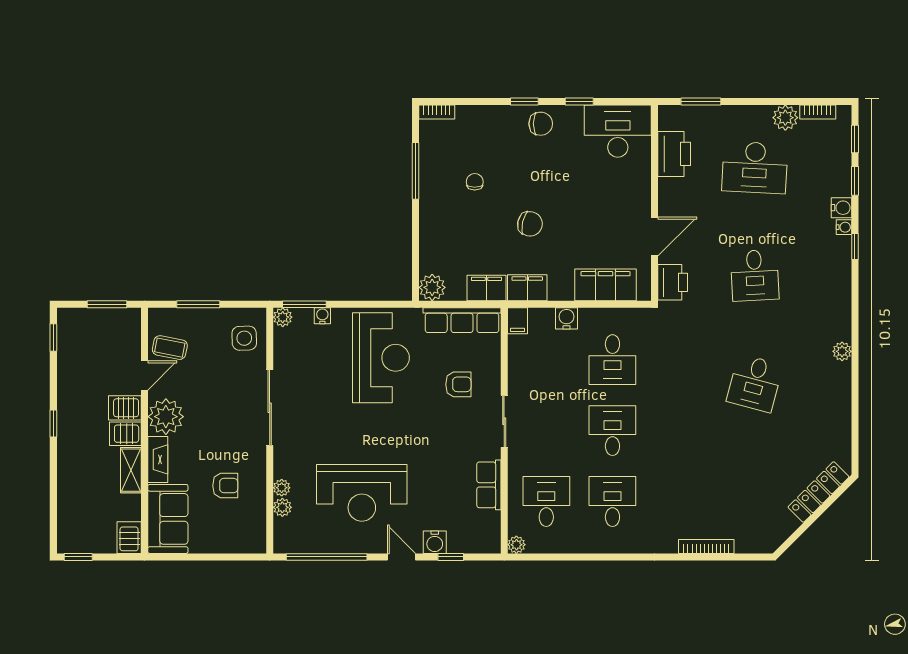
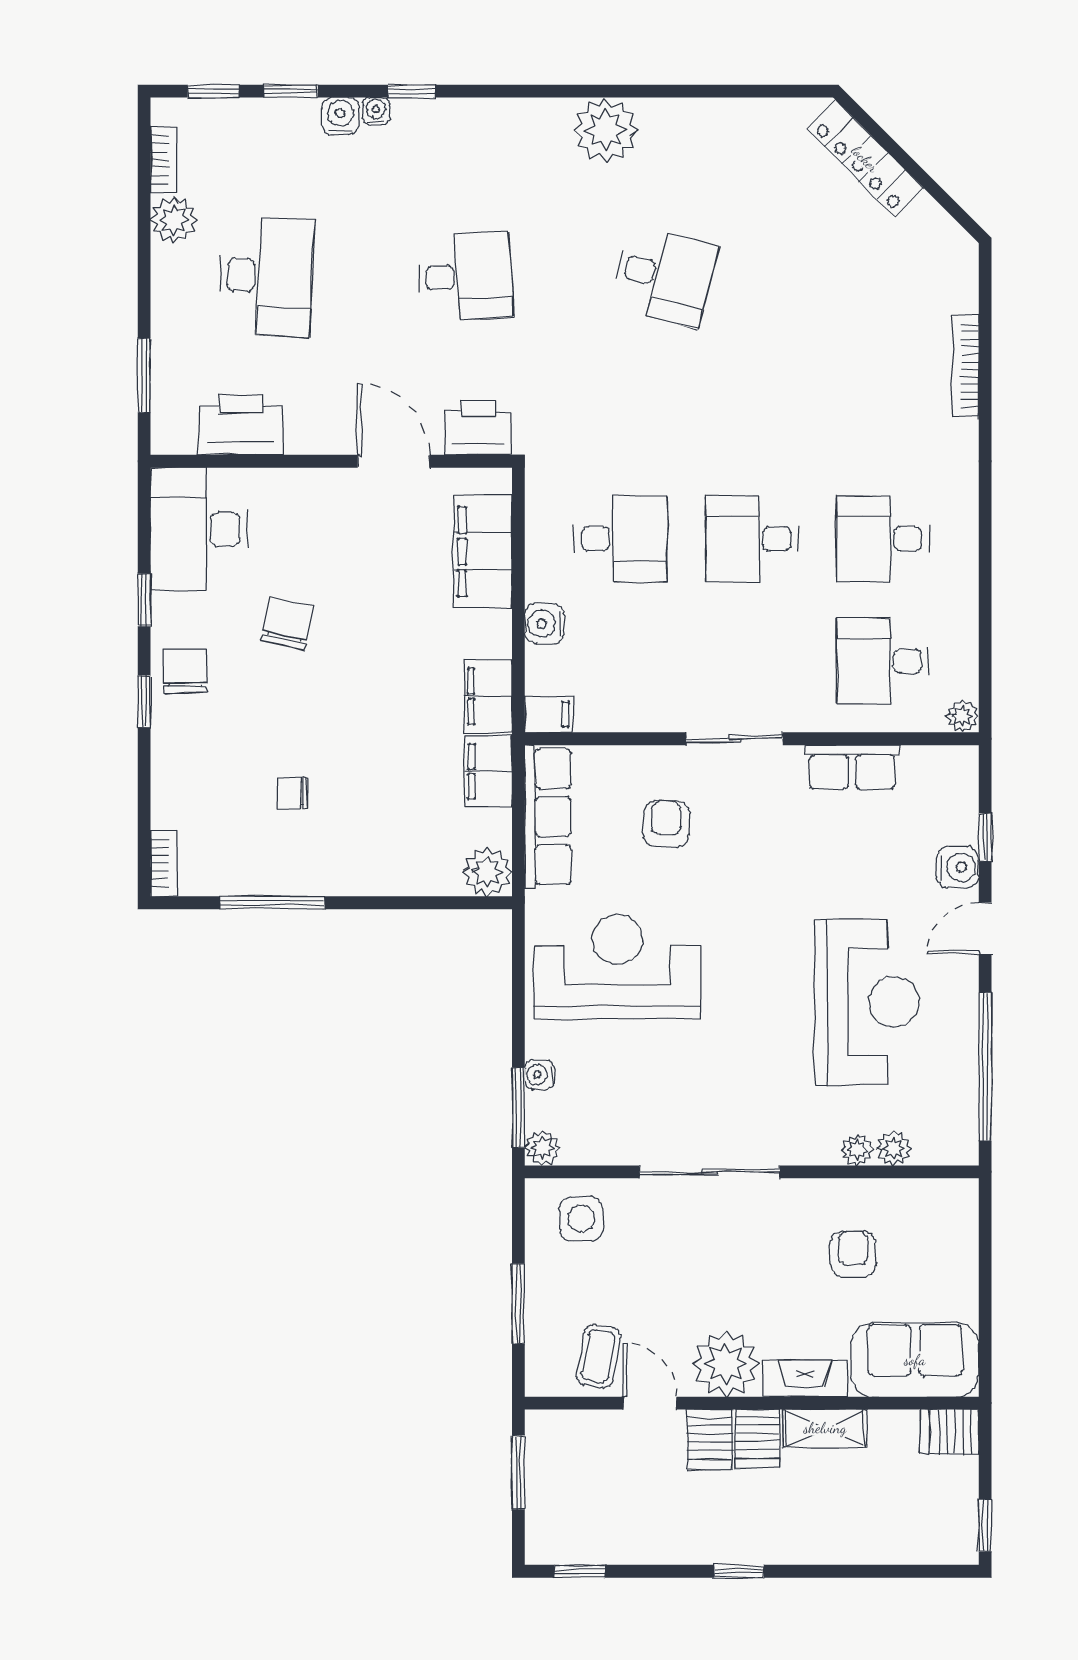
chair: (530, 224) -> (288, 624), moved
plant: (842, 351) -> (606, 130), width x1.87, depth x1.87

